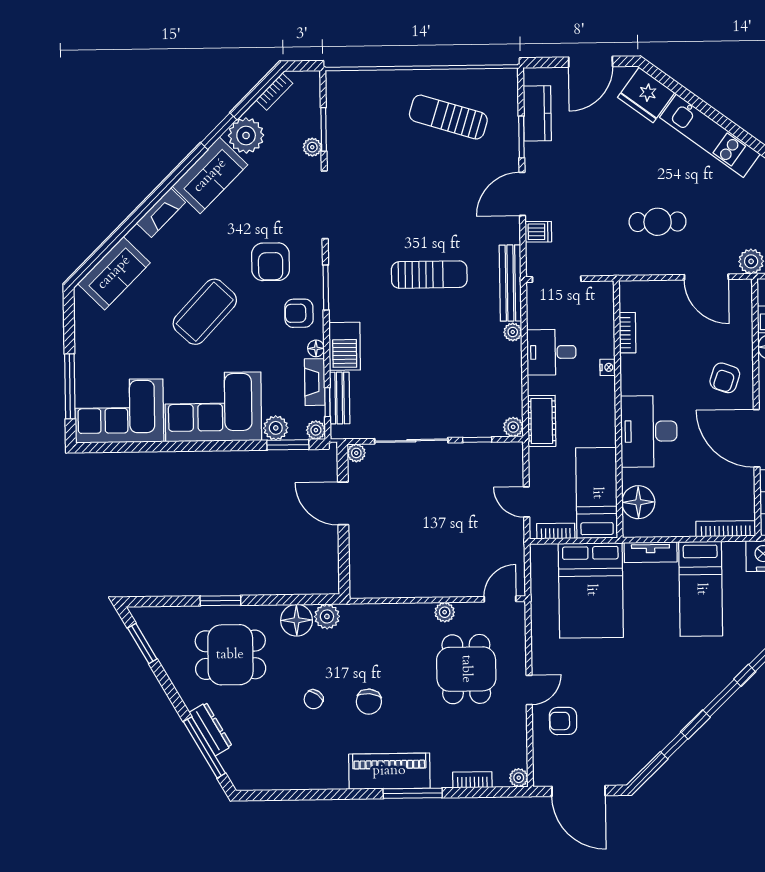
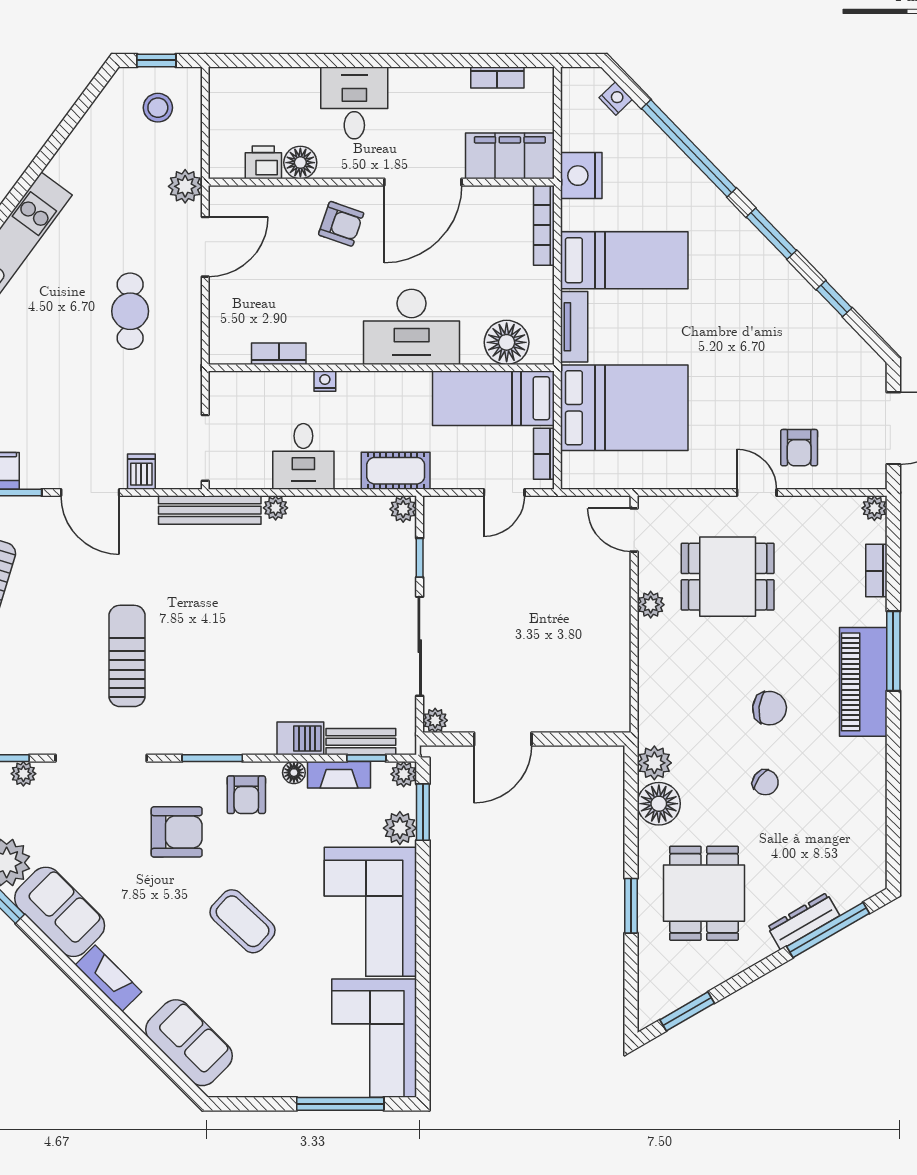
sun lounger: (429, 275) -> (127, 656), moved
coffee table: (205, 312) -> (243, 921), width x0.73, depth x0.76
barbecue: (345, 346) -> (300, 738), width x0.73, depth x0.79

